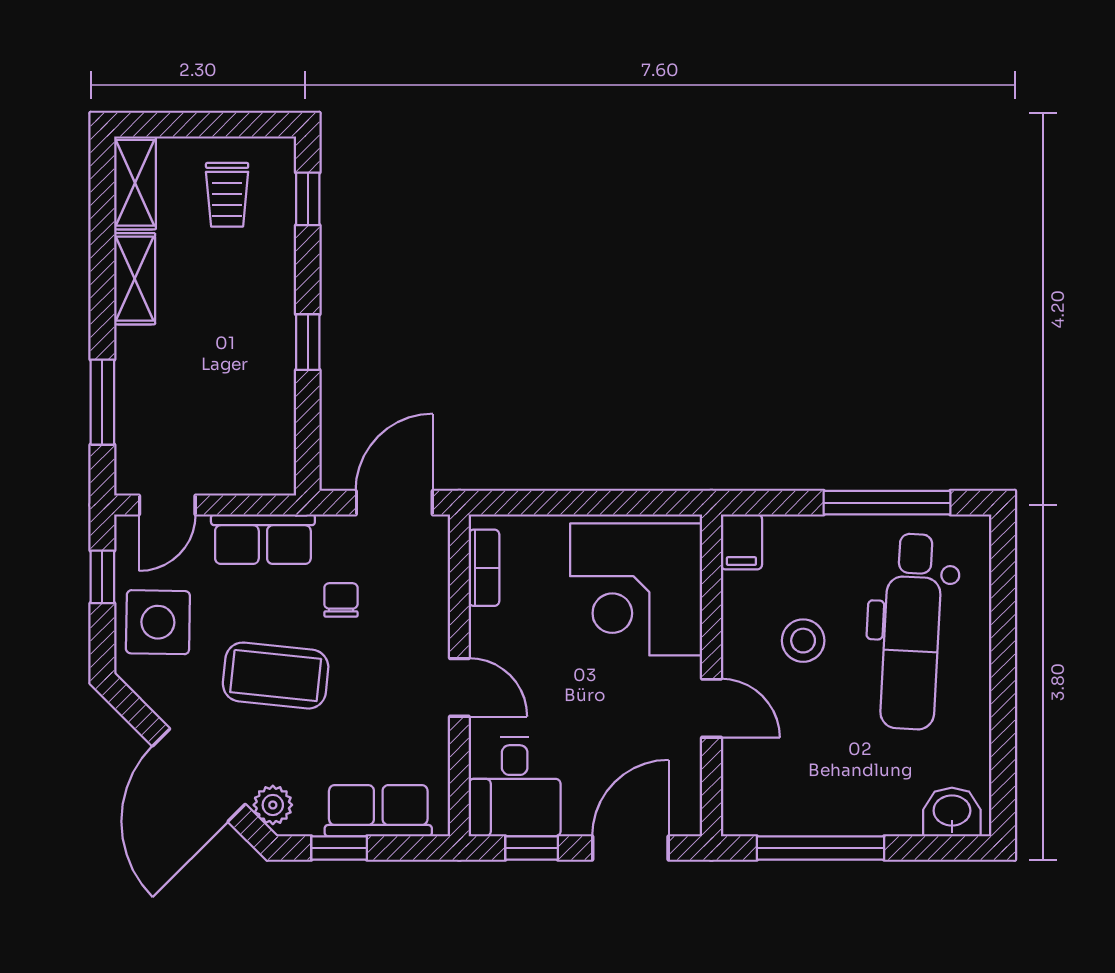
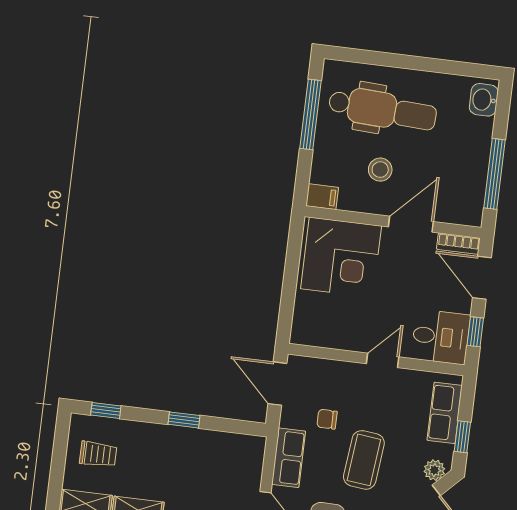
bookcase: (484, 568) -> (458, 244), moved, turned 180
door: (711, 708) -> (411, 224), width x1.37

